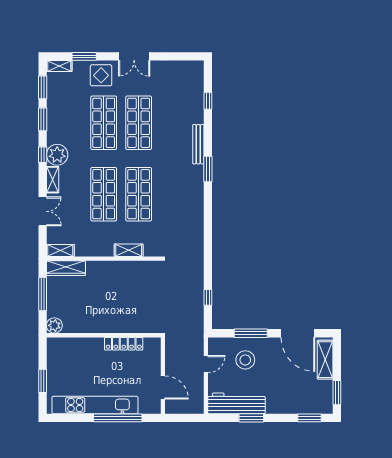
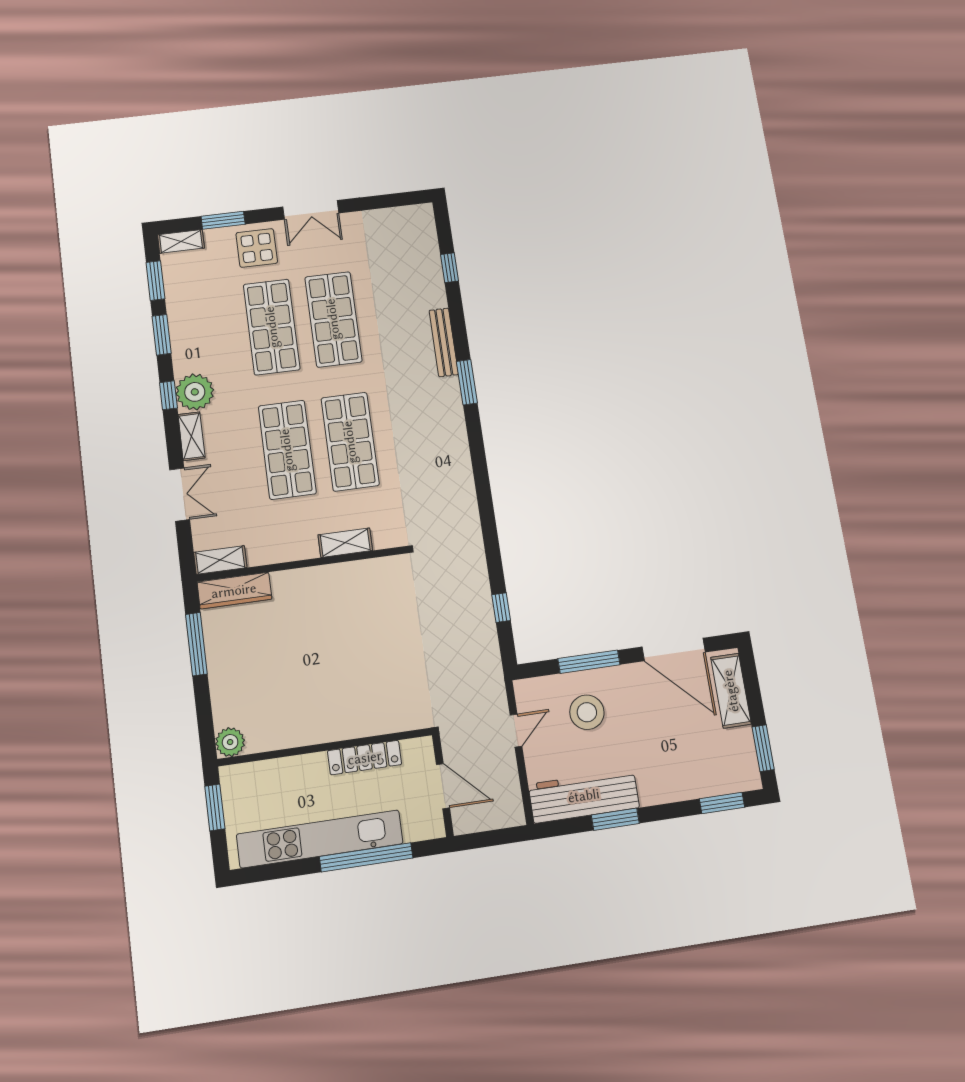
plant: (54, 325) -> (230, 742), moved
wall: (104, 335) -> (325, 747), moved
locker: (124, 344) -> (365, 758), moved

